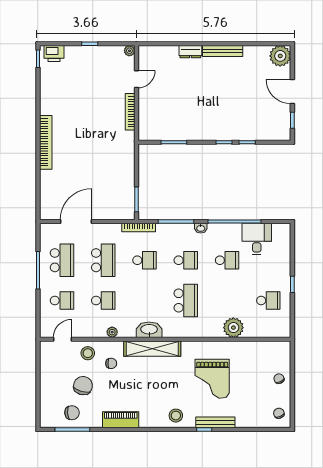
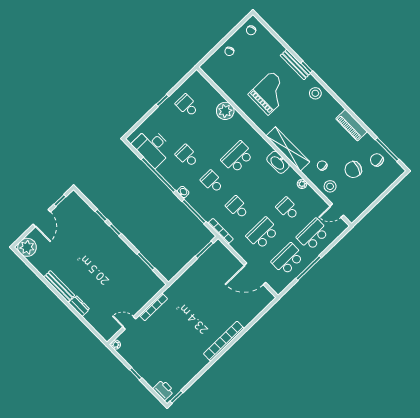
desk: (257, 239) -> (152, 147), width x1.37
school desk: (62, 301) -> (313, 234), width x1.85

